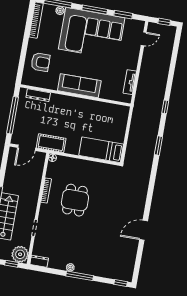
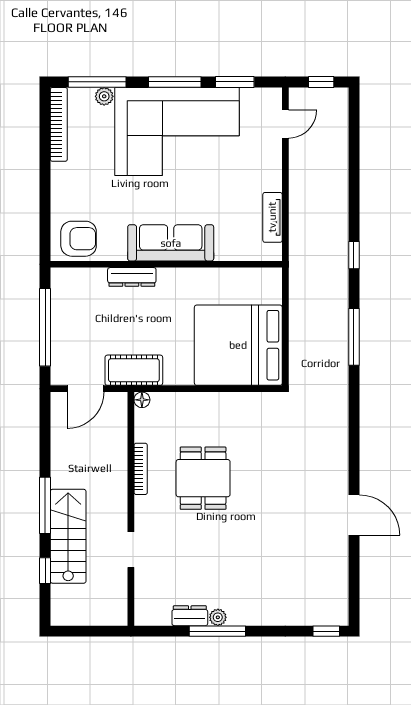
armchair: (40, 62) -> (79, 239), moved
dresser: (38, 95) -> (132, 277), moved
window: (158, 146) -> (354, 337), width x1.44
bed: (101, 150) -> (238, 345), width x2.04
door: (144, 230) -> (354, 515), swing flipped
plant: (20, 254) -> (110, 609), removed
dresser: (39, 261) -> (190, 616), moved
window: (11, 264) -> (96, 631), removed
window: (80, 276) -> (217, 631), moved

